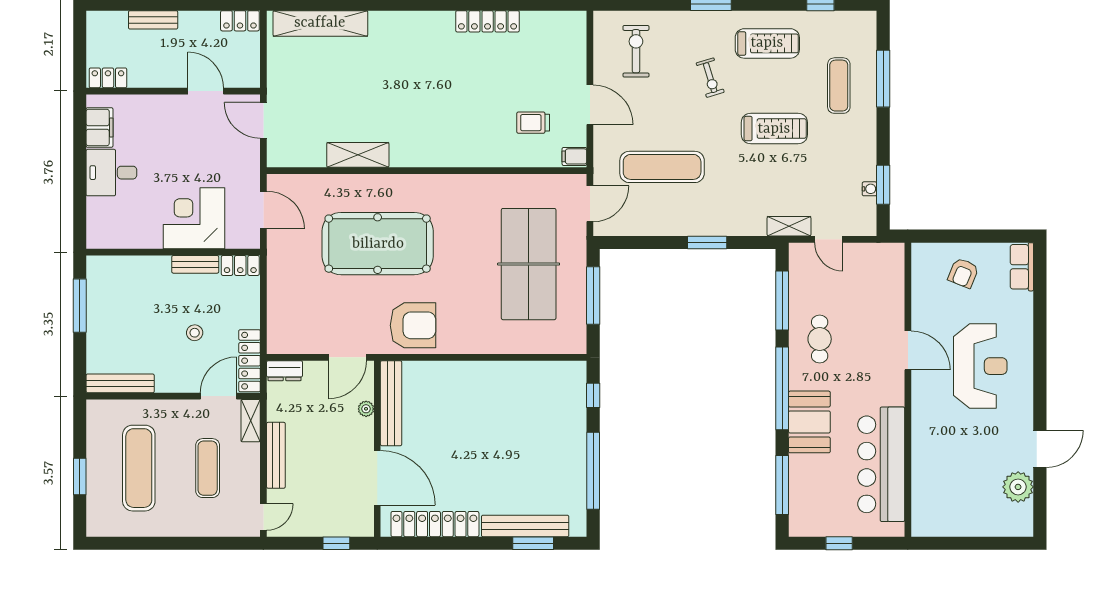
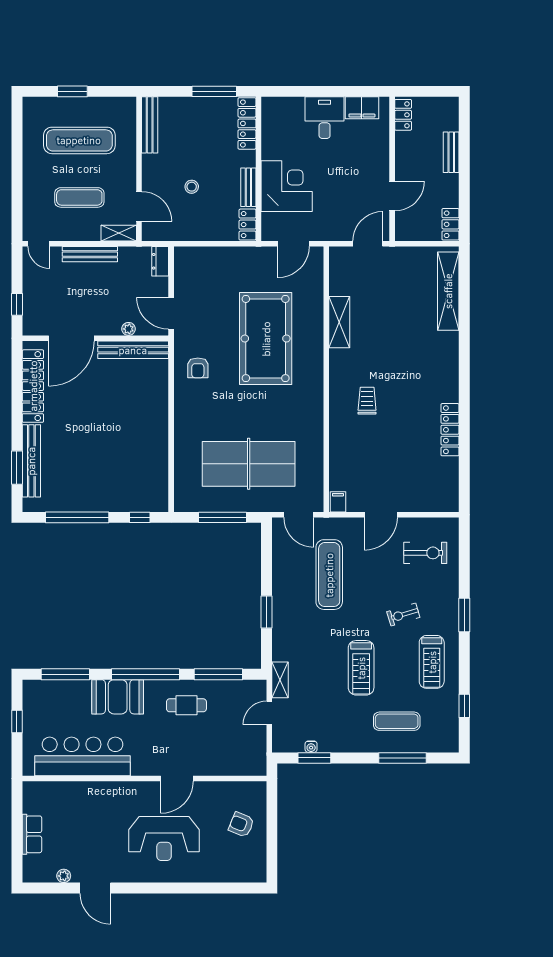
trolley: (533, 123) -> (367, 401), moved
row of seats: (1022, 267) -> (32, 834), moved, turned 90
armchair: (413, 325) -> (198, 368), width x0.53, depth x0.53
locker: (250, 361) -> (247, 123), moved, turned -90
plant: (1018, 487) -> (64, 876), width x0.53, depth x0.53

